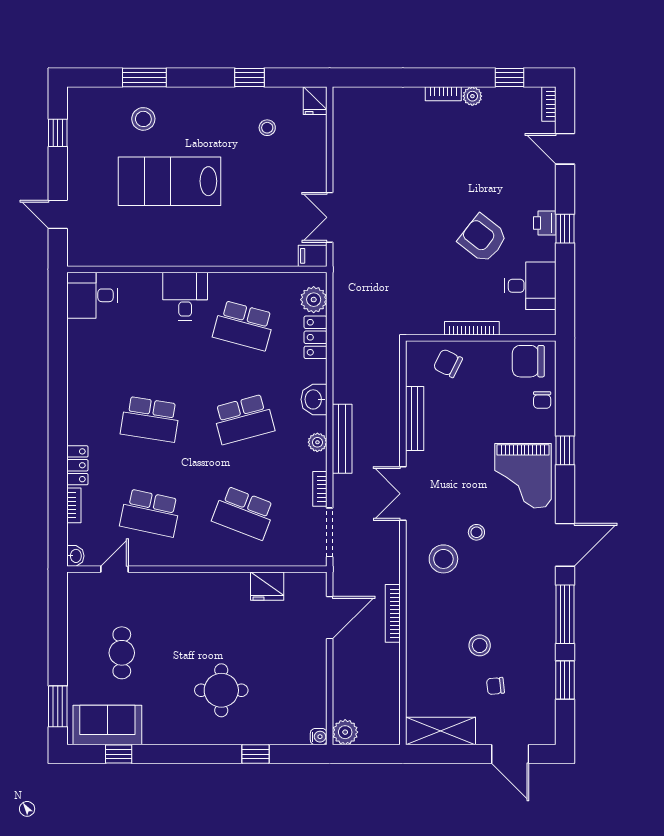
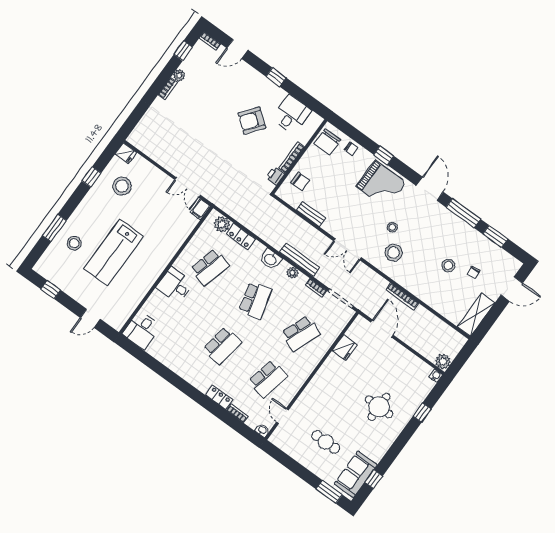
stool: (267, 128) -> (122, 186), width x1.89, depth x1.89
printer: (545, 223) -> (275, 176), moved, turned 90
chair: (448, 363) -> (300, 181), turned -116
bench: (415, 418) -> (311, 214), width x0.73

